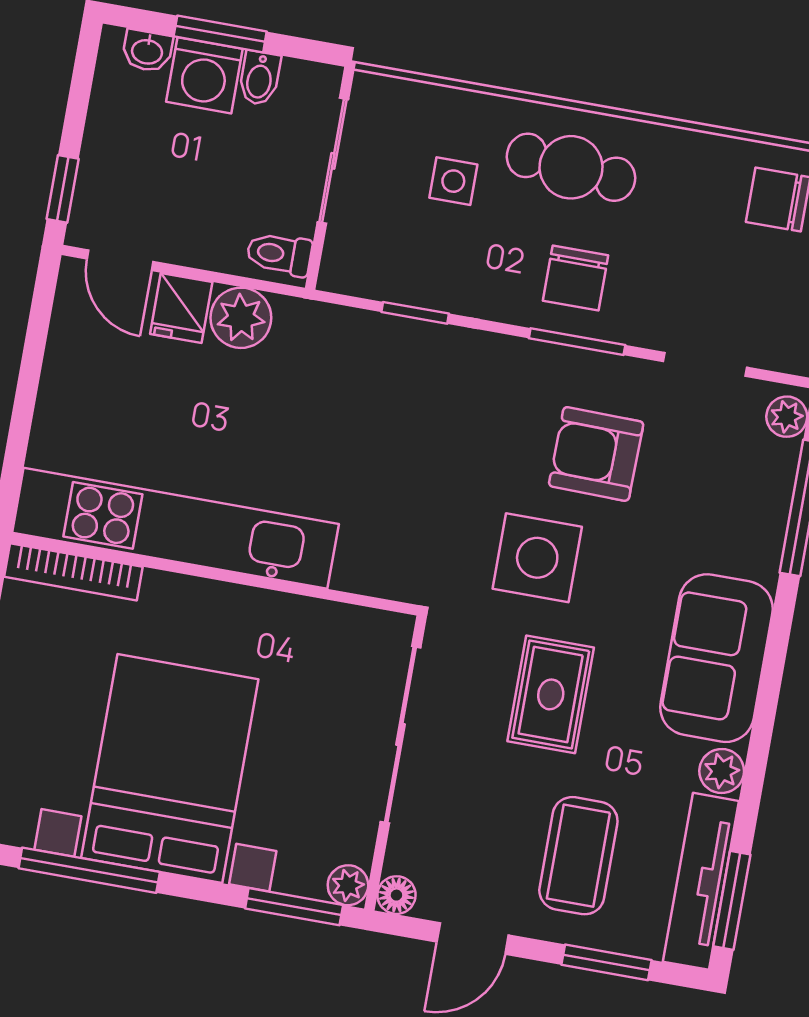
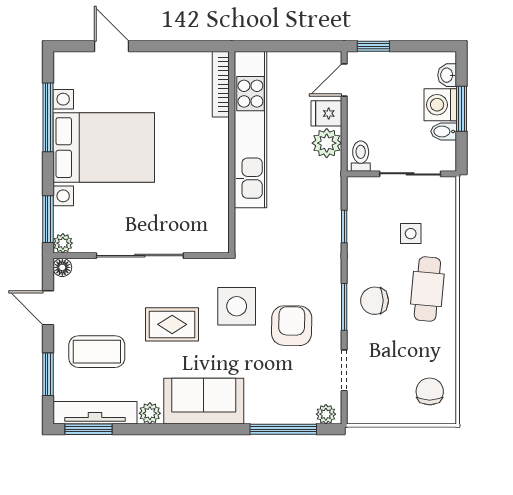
kitchen unit: (175, 528) -> (250, 130), moved
bookcase: (73, 572) -> (221, 84), moved
wall: (214, 574) -> (232, 152), moved

